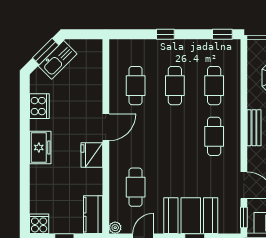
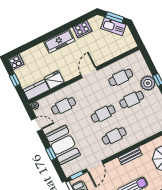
plant: (163, 51) -> (148, 83), added
cafe table: (214, 86) -> (103, 114), moved
door: (106, 127) -> (89, 72), swing flipped
freezer: (40, 147) -> (59, 41), width x1.40
fridge: (92, 155) -> (54, 80), moved

